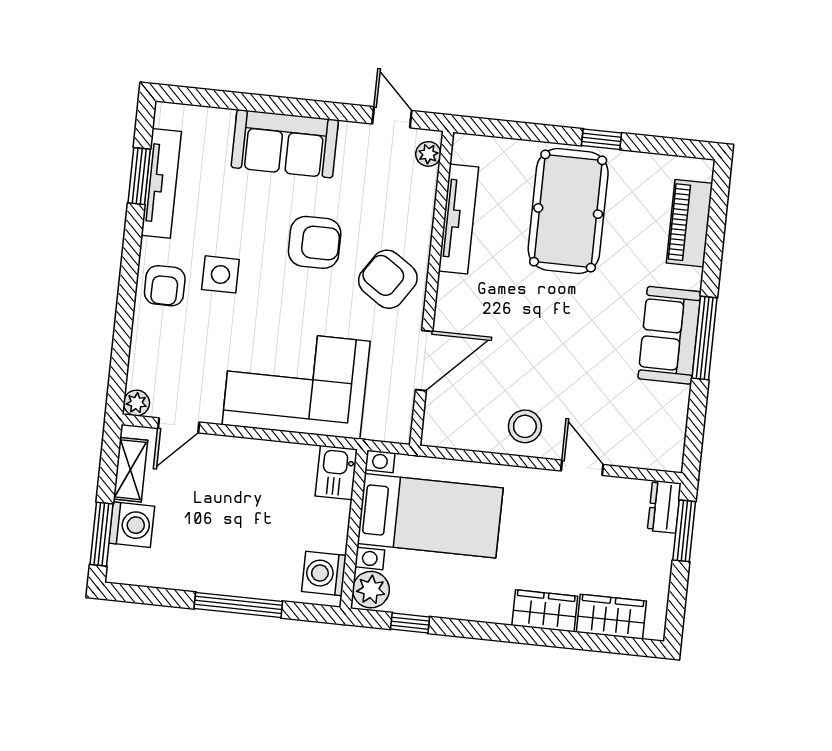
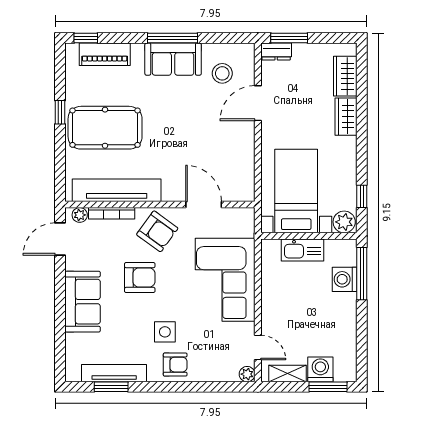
door: (392, 117) -> (60, 239), width x1.38
window: (720, 195) -> (86, 38), added
bookcase: (425, 207) -> (112, 213), added
tv unit: (458, 219) -> (117, 190), width x1.36, depth x1.29
armchair: (315, 242) -> (140, 278), turned 90
armchair: (388, 279) -> (157, 231), turned -88
stool: (525, 426) -> (222, 73), moved
door: (582, 468) -> (258, 103), width x1.38
kitchen sink: (336, 473) -> (302, 250), moved, width x1.38
washing machine: (324, 573) -> (345, 279), moved, turned 90
window: (238, 605) -> (362, 274), moved

